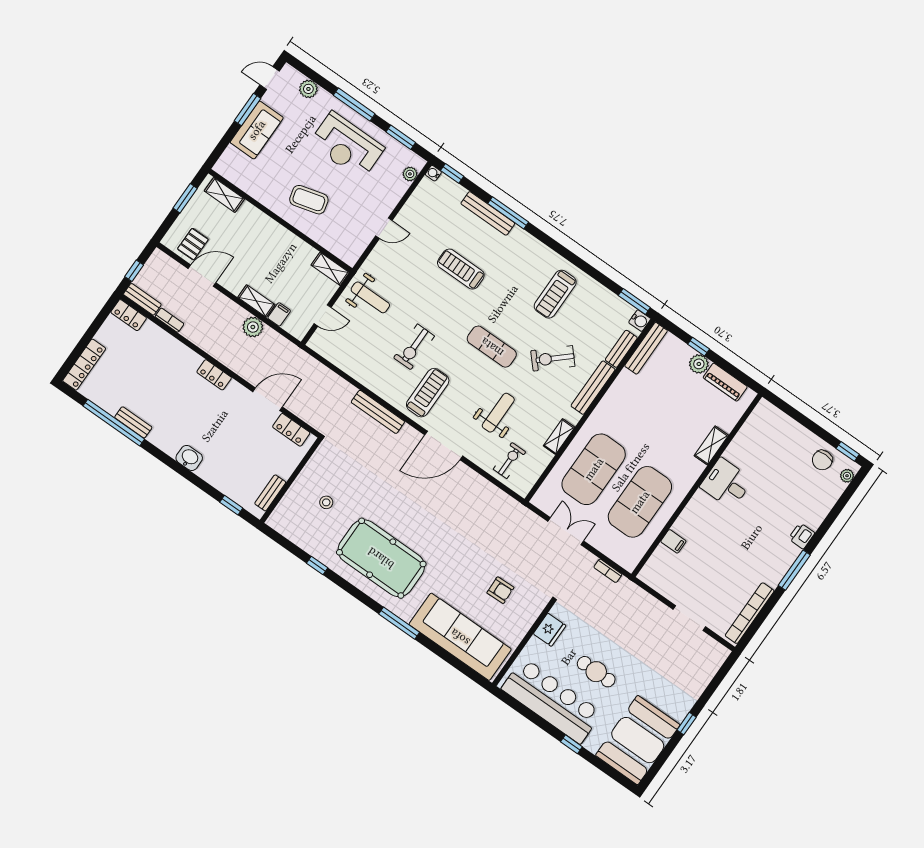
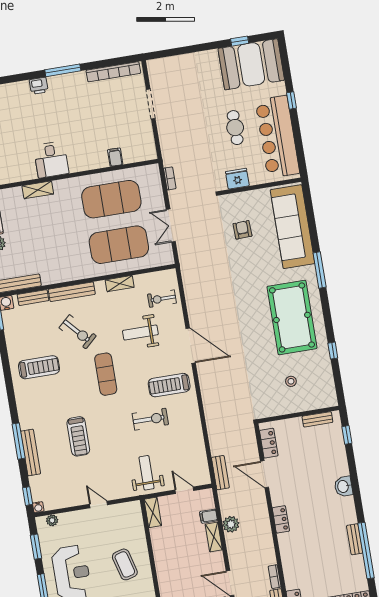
bench: (378, 412) -> (220, 473), moved, width x0.73
window: (687, 724) -> (240, 41), moved

